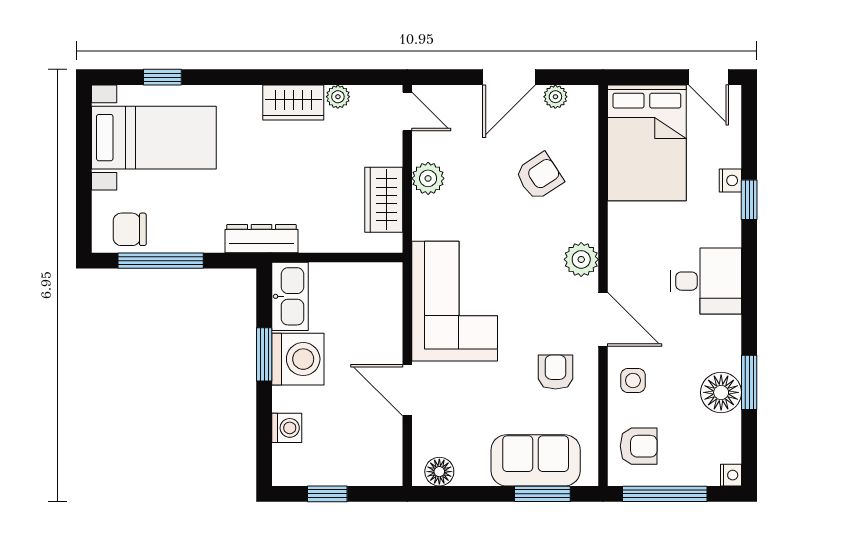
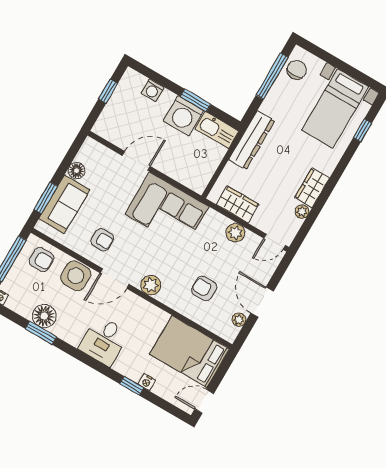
armchair: (539, 176) -> (204, 288), turned 123
dresser: (262, 239) -> (252, 140), width x1.37, depth x1.24
side table: (633, 380) -> (76, 276), width x1.87, depth x1.87
armchair: (639, 446) -> (41, 260), turned -90
floor lamp: (439, 472) -> (77, 171), moved

